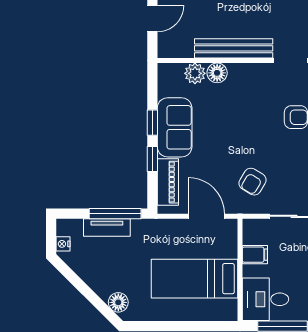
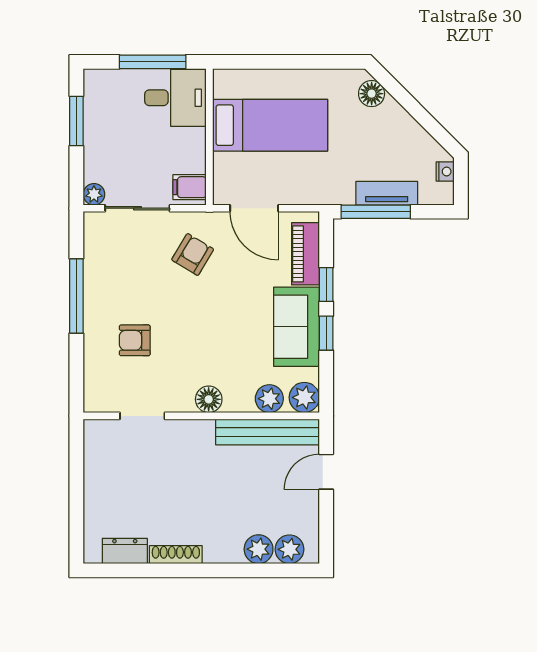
bench: (234, 48) -> (268, 432), moved
floor lamp: (217, 73) -> (209, 399), moved
plant: (169, 74) -> (304, 397), added
filing cabinet: (255, 255) -> (190, 187), moved

